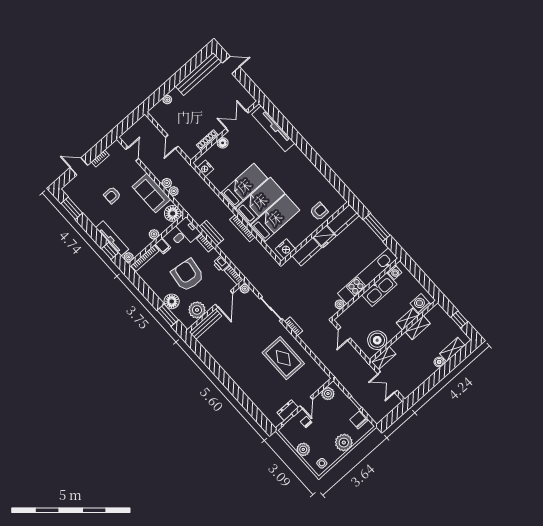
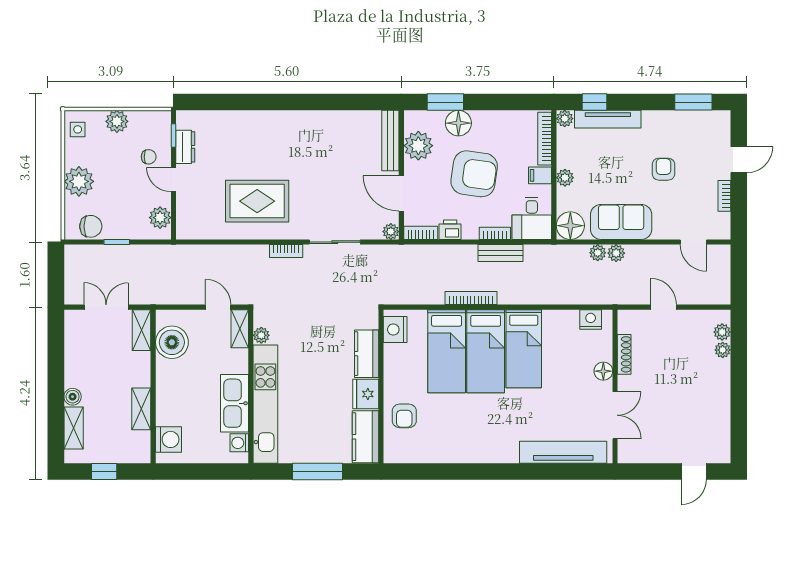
bench: (198, 74) -> (720, 419), removed
plant: (160, 107) -> (722, 332), added
shelving: (408, 319) -> (240, 329), moved

